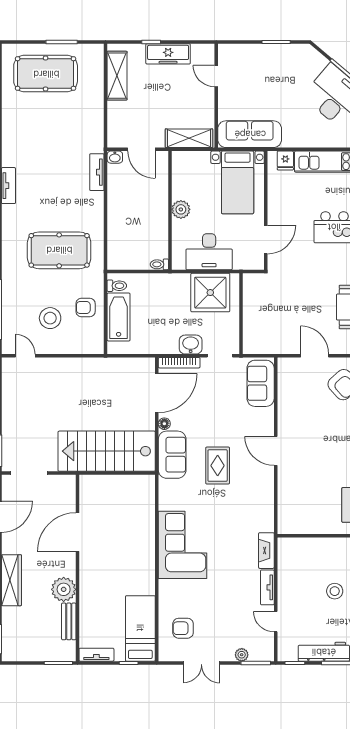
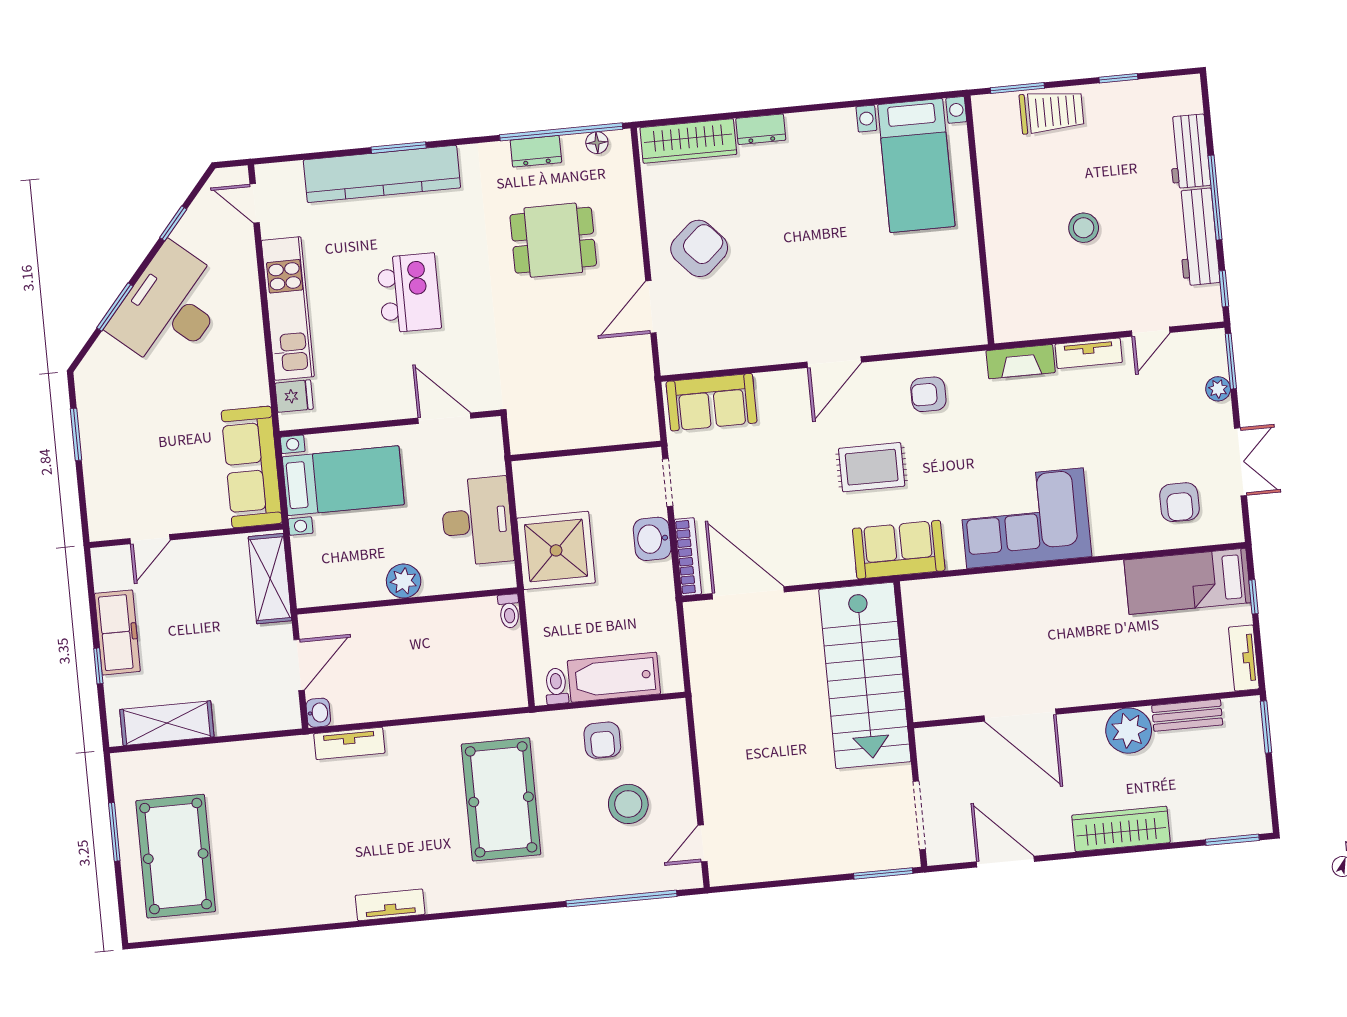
shower: (210, 293) -> (556, 550), moved
floor lamp: (164, 424) -> (804, 573), removed
sofa: (172, 455) -> (899, 550), moved
armchair: (254, 500) -> (928, 394), added

